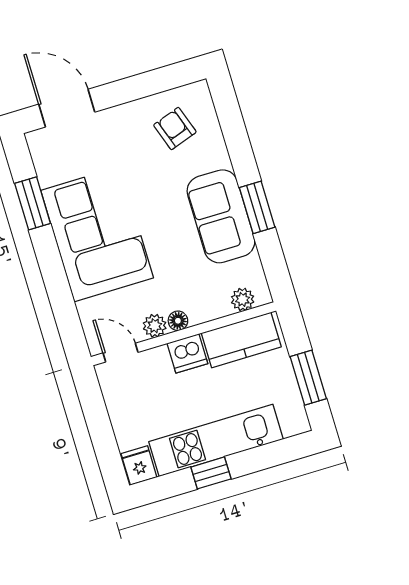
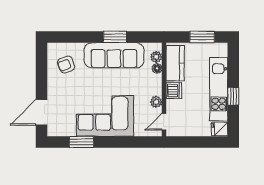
sofa: (221, 216) -> (114, 55), width x1.36
floor lamp: (178, 321) -> (157, 68), moved

